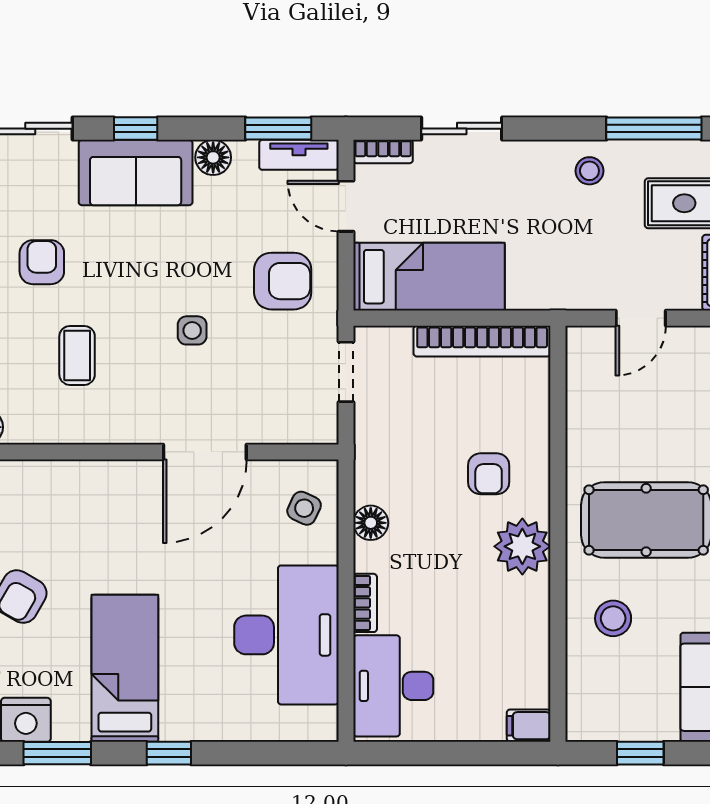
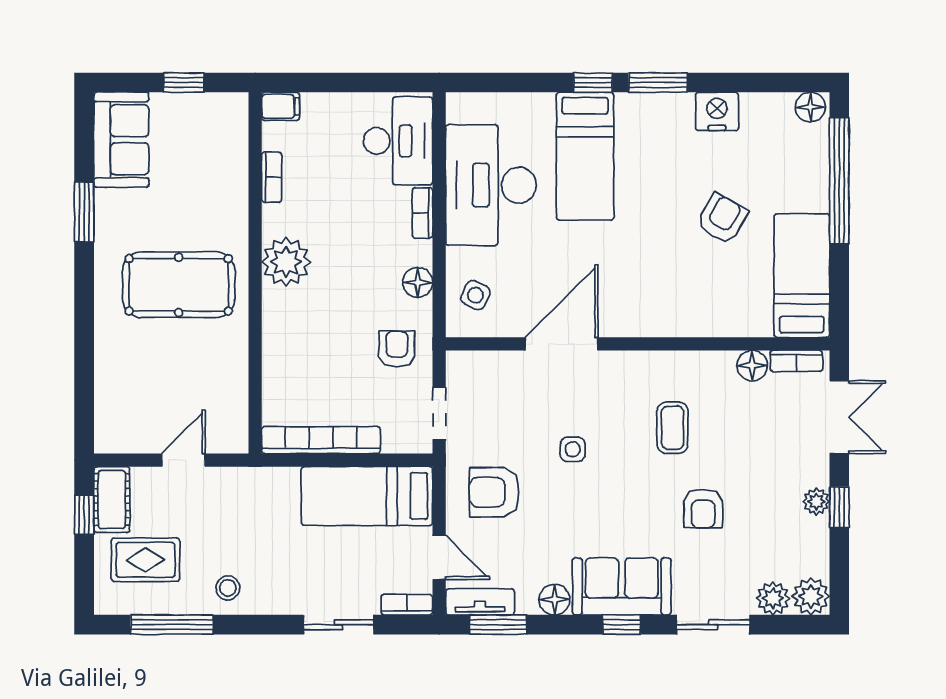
armchair: (489, 474) -> (397, 349), moved
stool: (613, 618) -> (207, 199), removed
bookcase: (539, 644) -> (272, 177), added
bed: (125, 668) -> (585, 156), moved
window: (57, 753) -> (658, 83), moved

